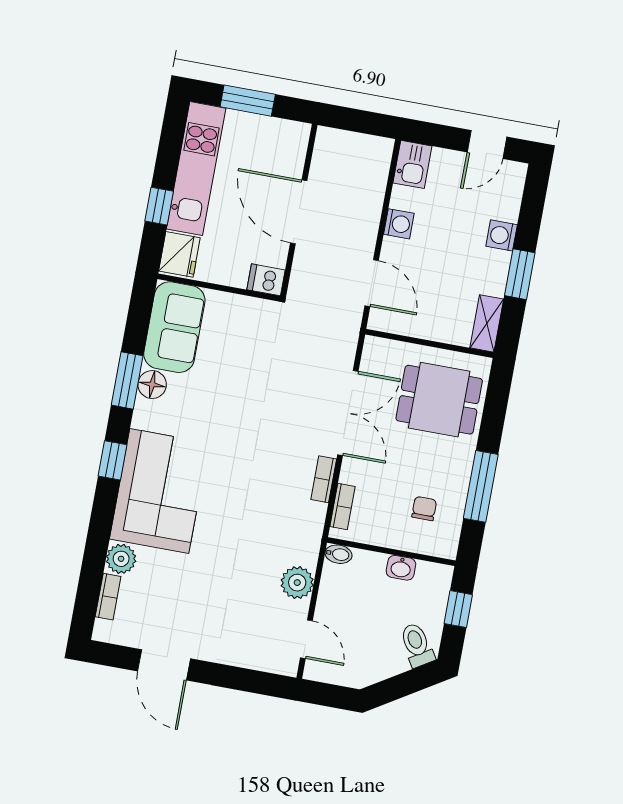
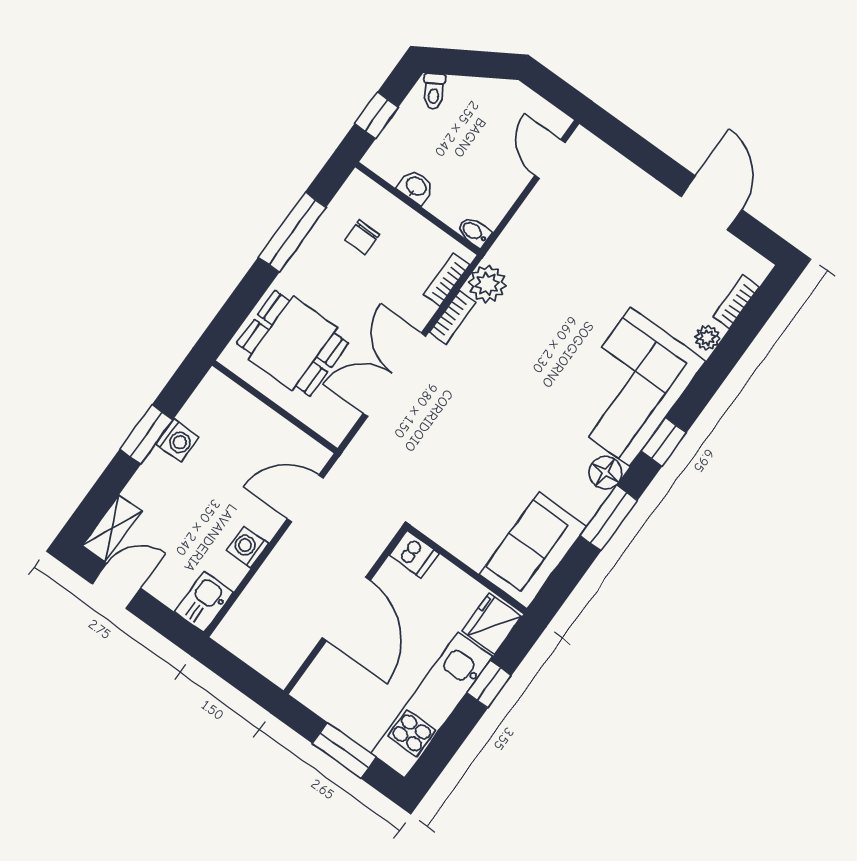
washing machine: (502, 235) -> (177, 440), moved
door: (372, 283) -> (305, 498), hinge flipped
shelving: (487, 323) -> (112, 528), moved
floor lamp: (152, 385) -> (605, 473), moved
plant: (121, 559) -> (707, 338), width x0.73, depth x0.73
plant: (297, 583) -> (487, 284), moved
toilet: (417, 645) -> (434, 91), width x0.73, depth x0.72

